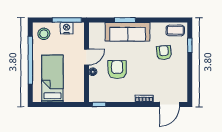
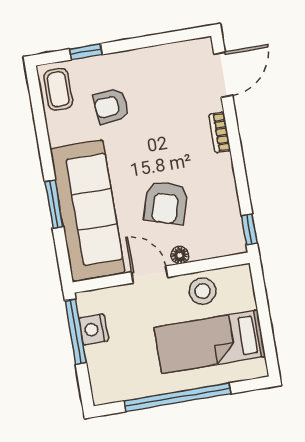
sofa: (128, 32) -> (88, 210), width x1.36, depth x1.27
stool: (44, 34) -> (203, 291), moved
armchair: (117, 70) -> (166, 203), turned -73
door: (169, 104) -> (223, 75), hinge flipped

